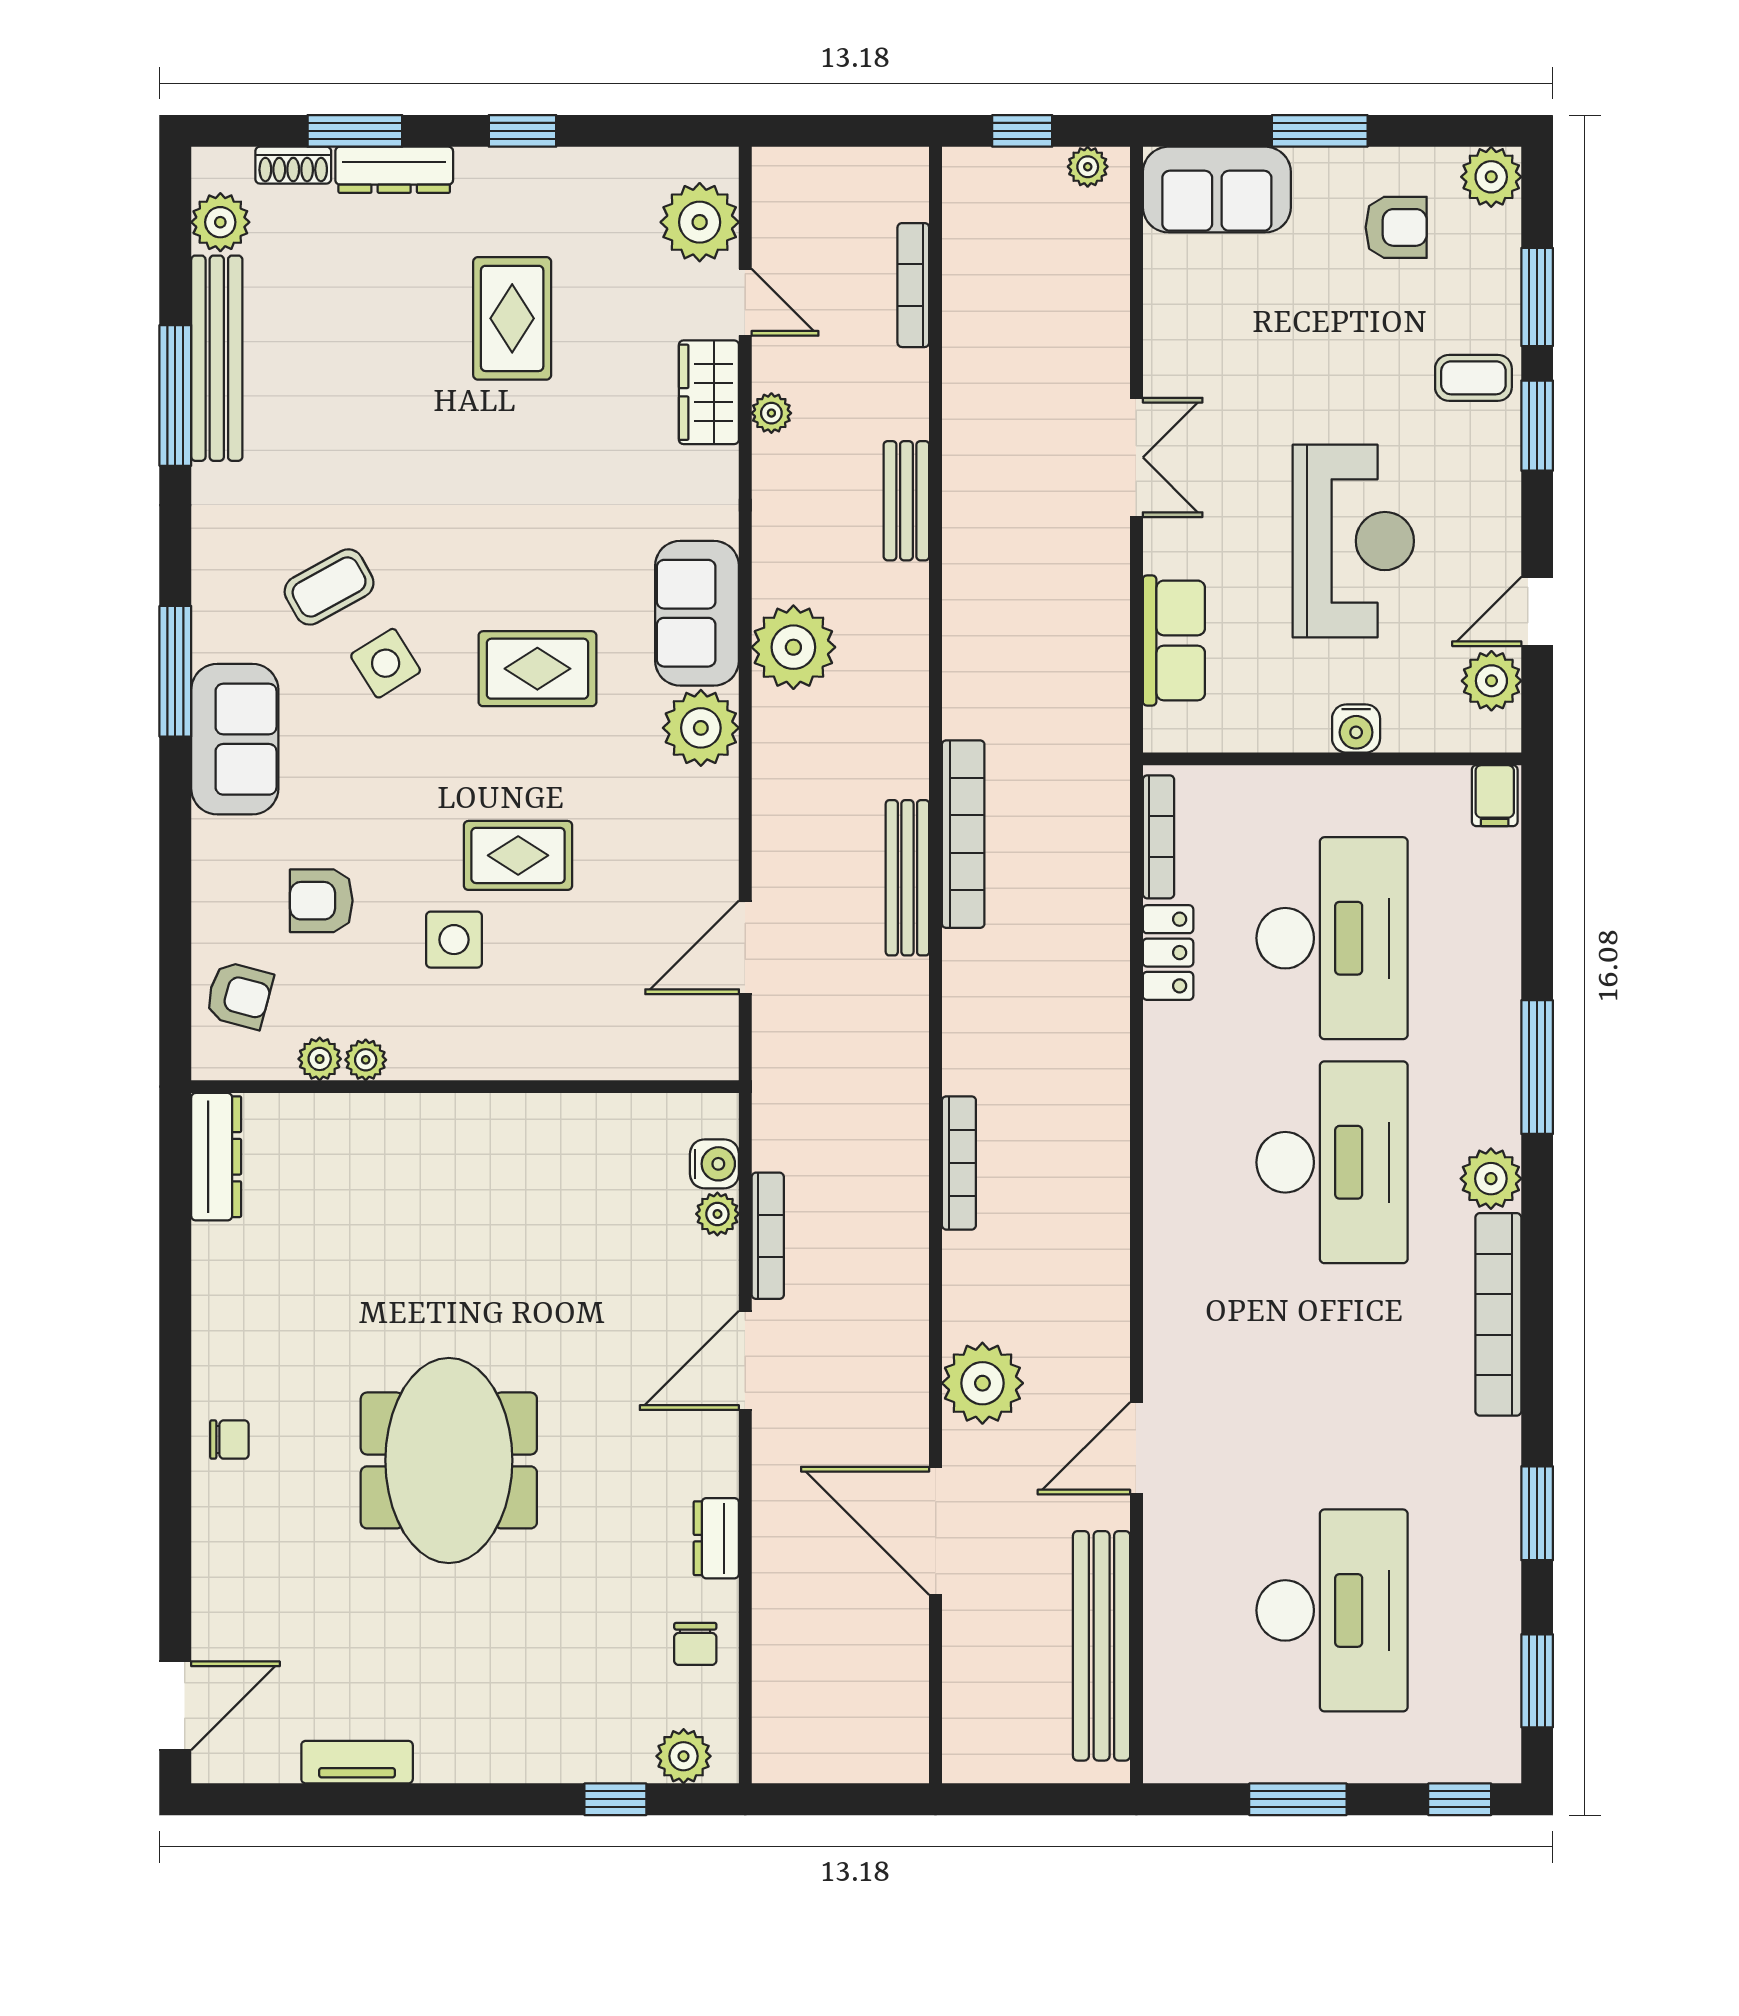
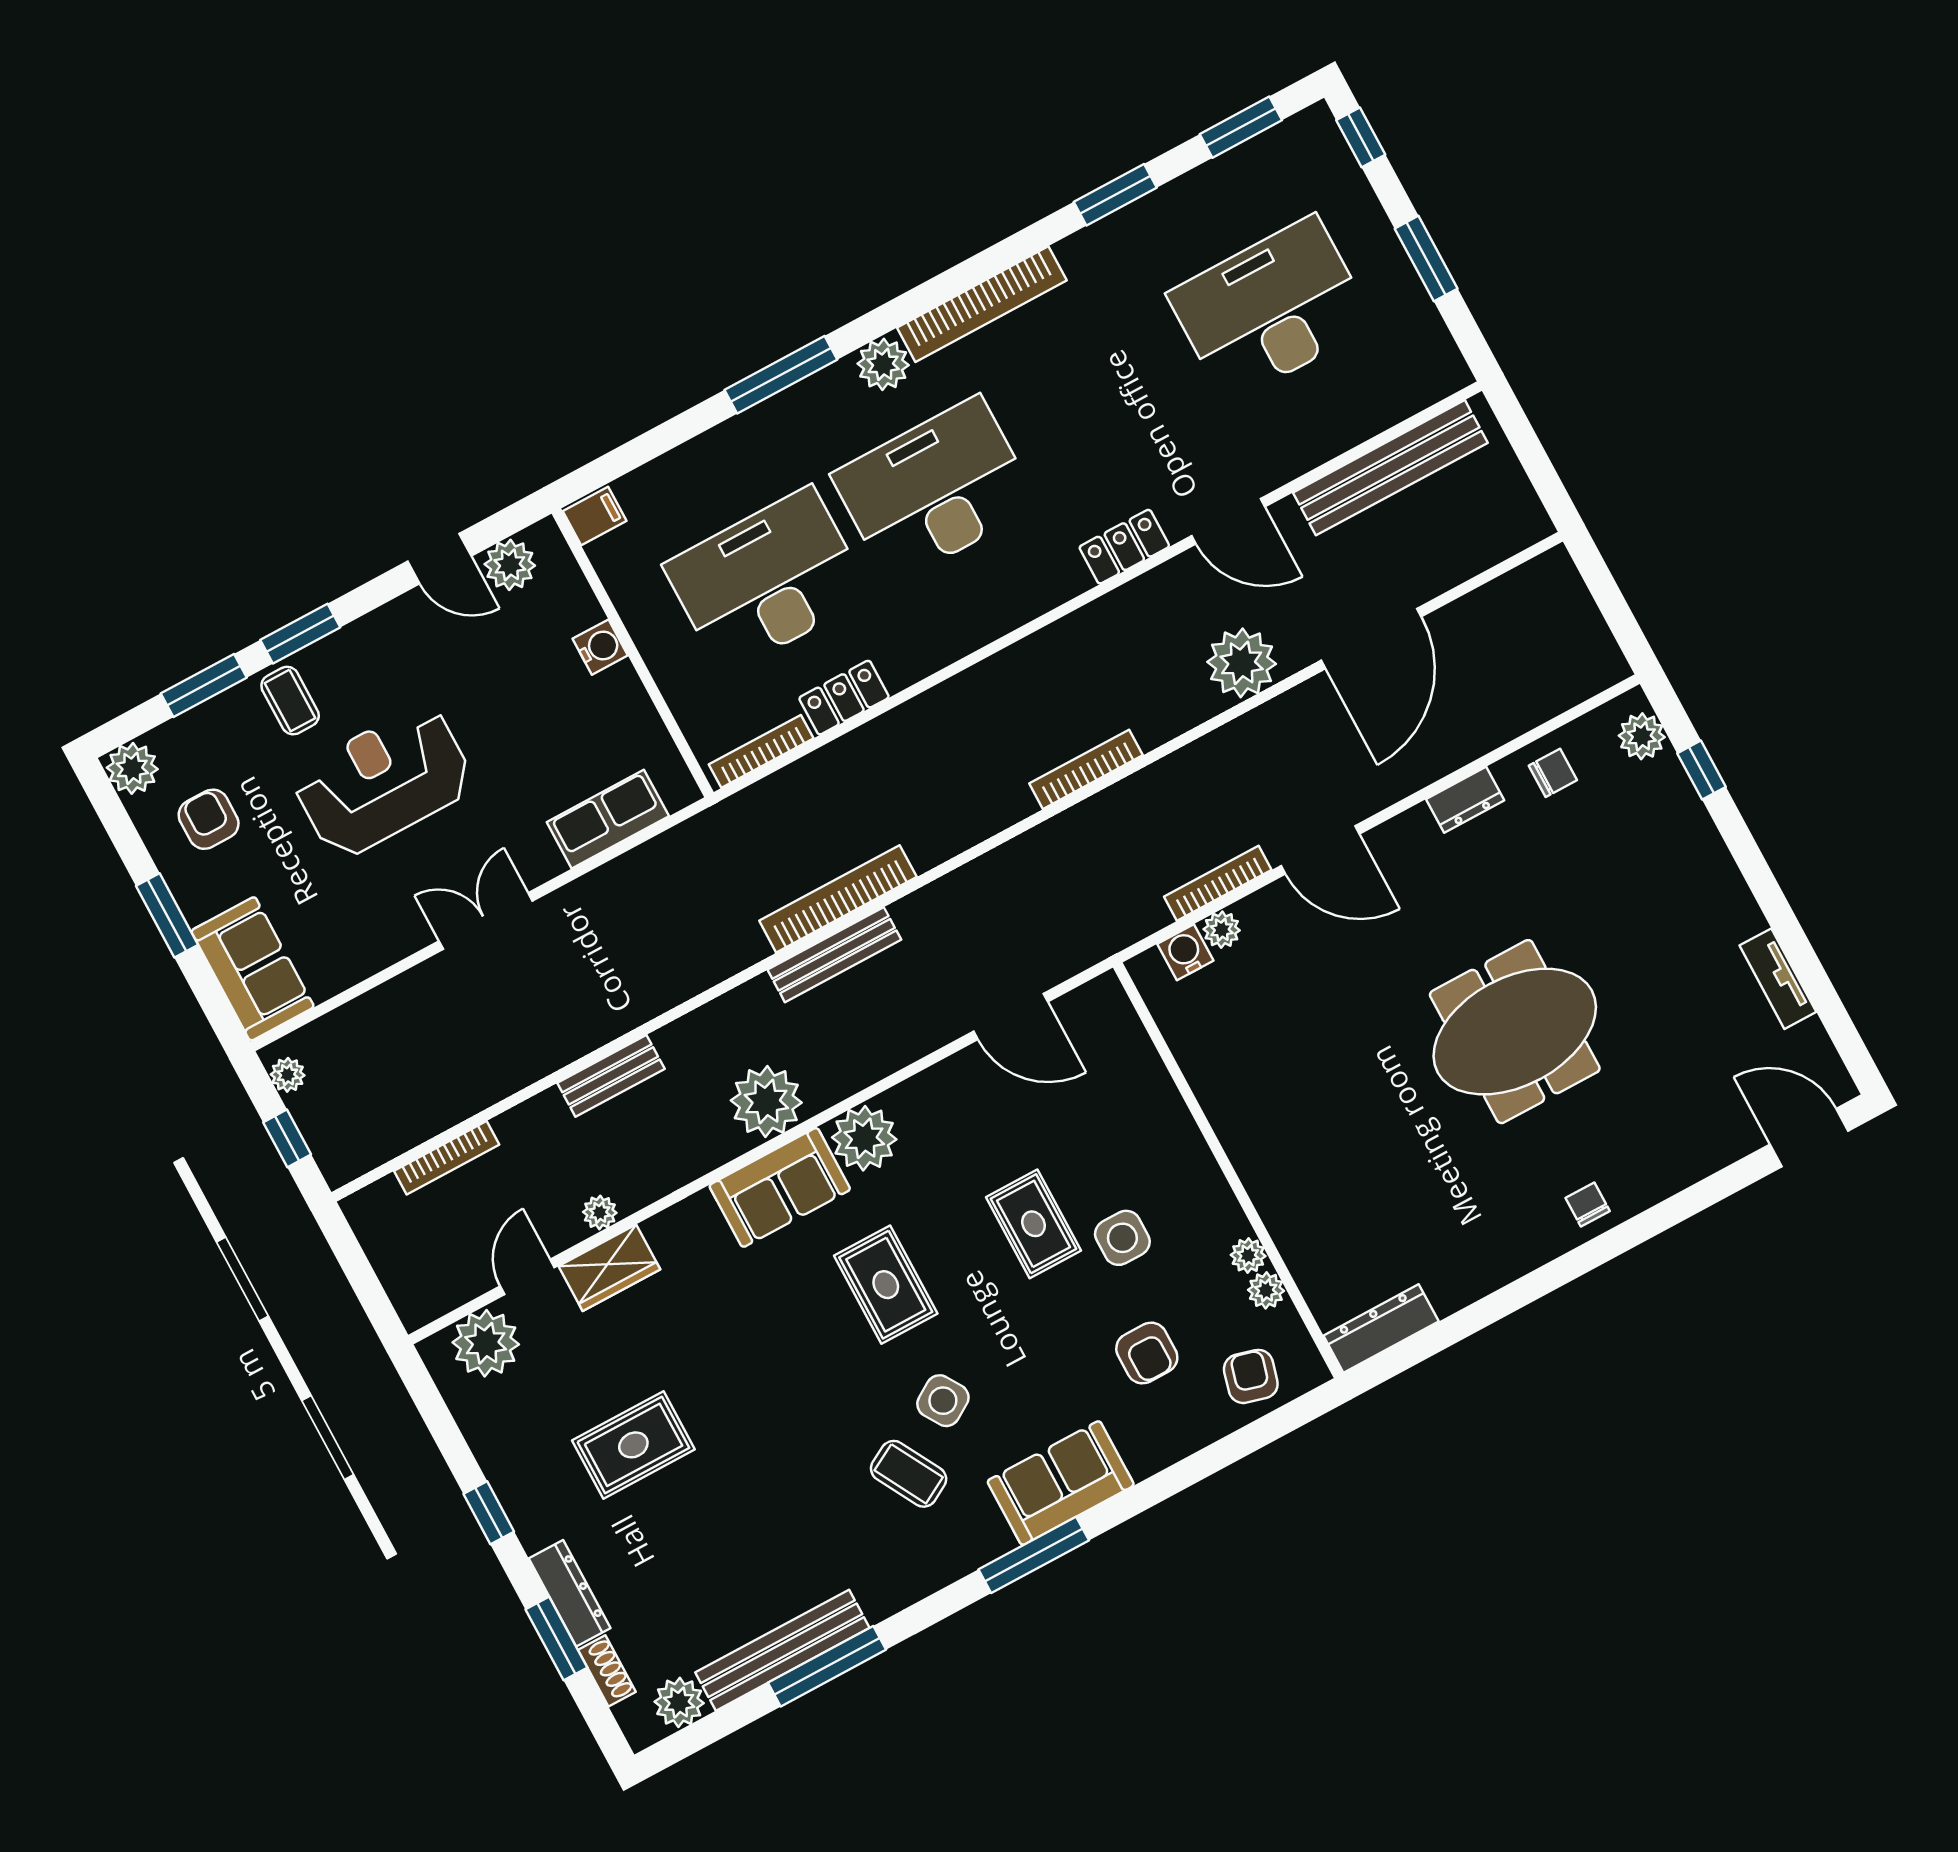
reception desk: (1353, 541) -> (383, 781), moved
bench: (907, 878) -> (834, 955), moved
locker: (1168, 1327) -> (1124, 547), added

